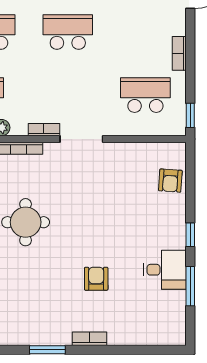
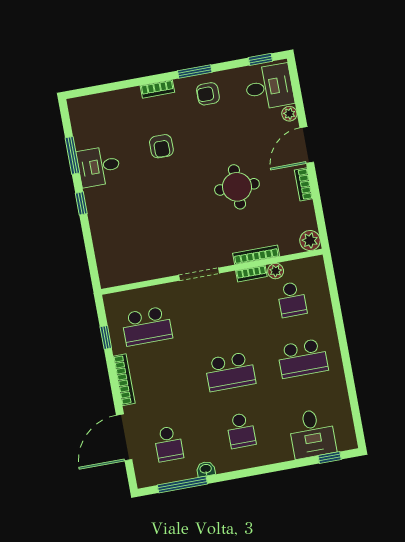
bookcase: (179, 53) -> (124, 380), width x1.56
window: (190, 115) -> (106, 337), moved
bookcase: (44, 130) -> (251, 274), moved
armchair: (170, 181) -> (208, 94), moved, turned -94

